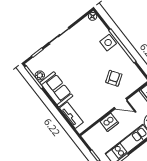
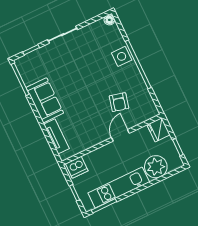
plant: (40, 75) -> (28, 79), removed
armchair: (114, 78) -> (119, 102), turned 138
door: (121, 104) -> (120, 135), swing flipped
dishwasher: (109, 122) -> (77, 167), moved

